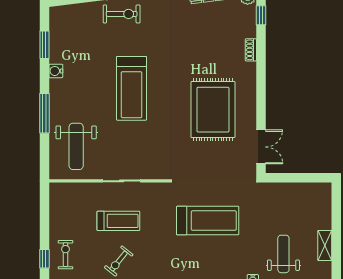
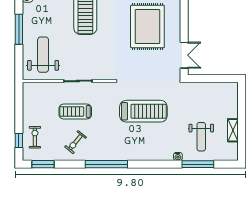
weight bench: (76, 146) -> (43, 55), turned 180
treadmill: (118, 221) -> (75, 111), turned 180
weight bench: (283, 254) -> (201, 137), turned 180

